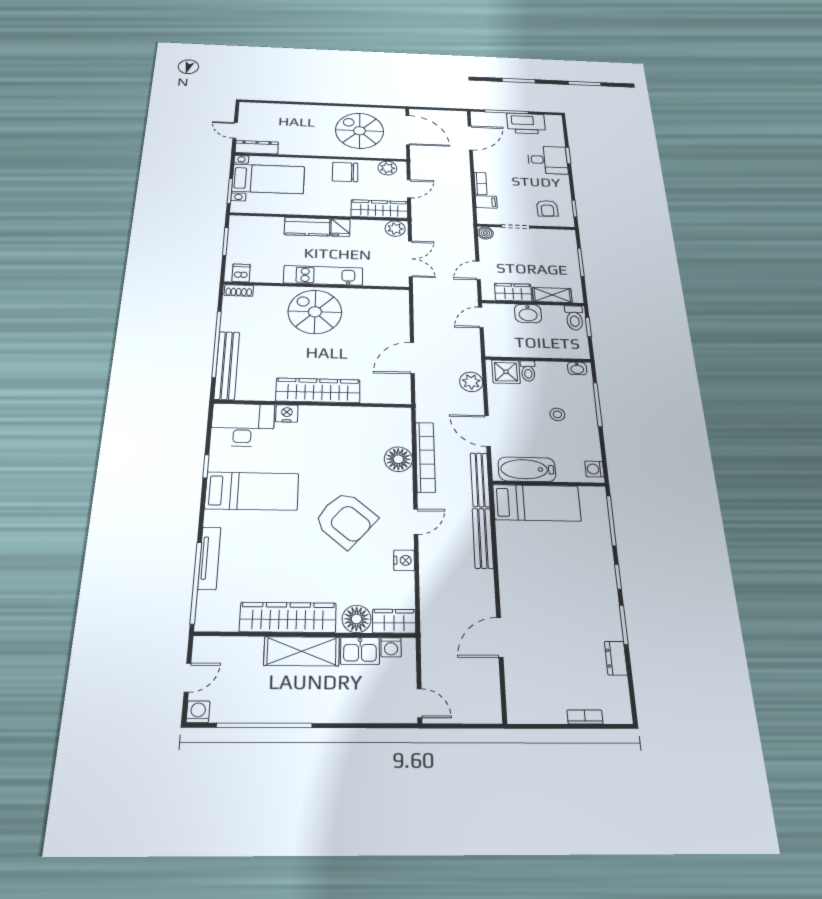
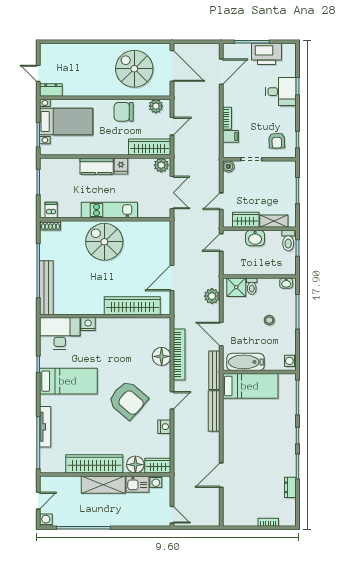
dresser: (257, 147) -> (51, 90), width x0.70
wardrobe: (318, 390) -> (132, 306), moved

